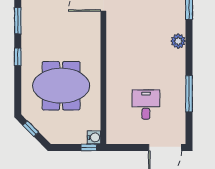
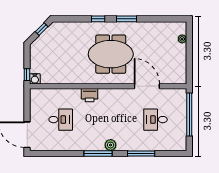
printer: (115, 68) -> (90, 95), added
meeting table: (61, 86) -> (111, 54), moved, turned 90
window: (189, 94) -> (98, 154), moved

